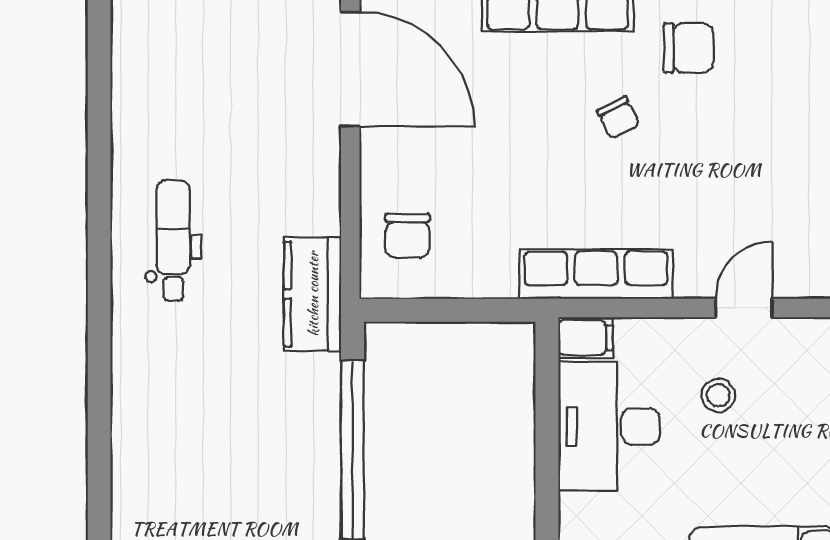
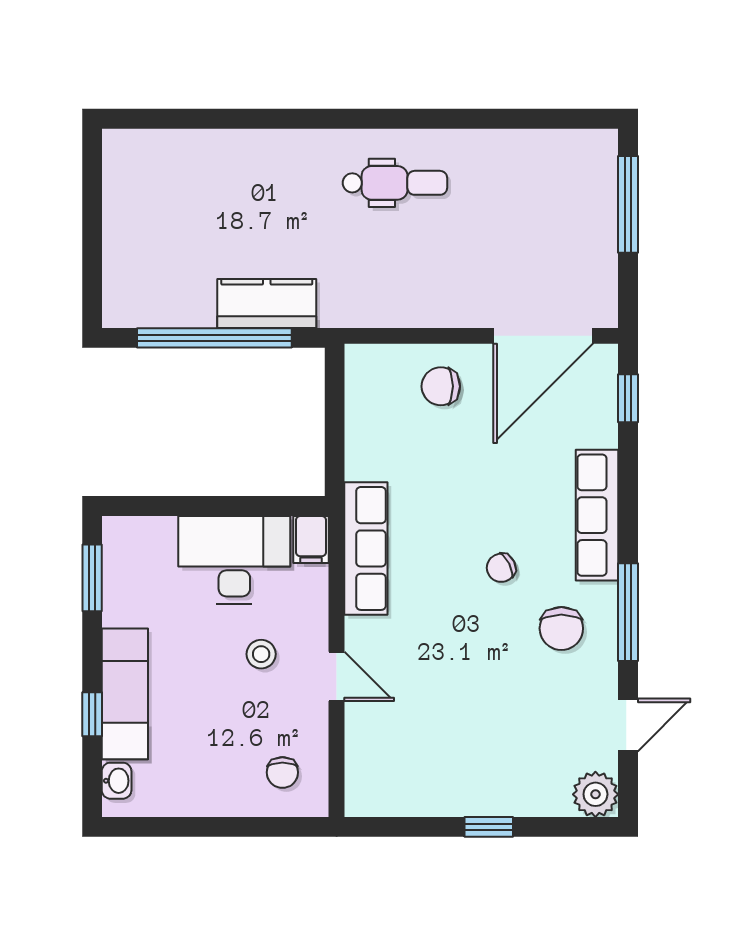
chair: (407, 235) -> (441, 386), moved
kitchen counter: (313, 294) -> (267, 303), moved

